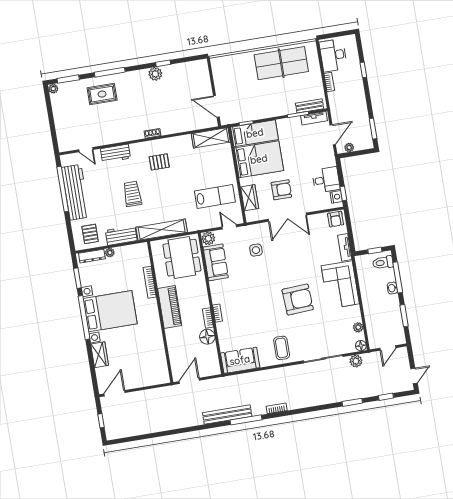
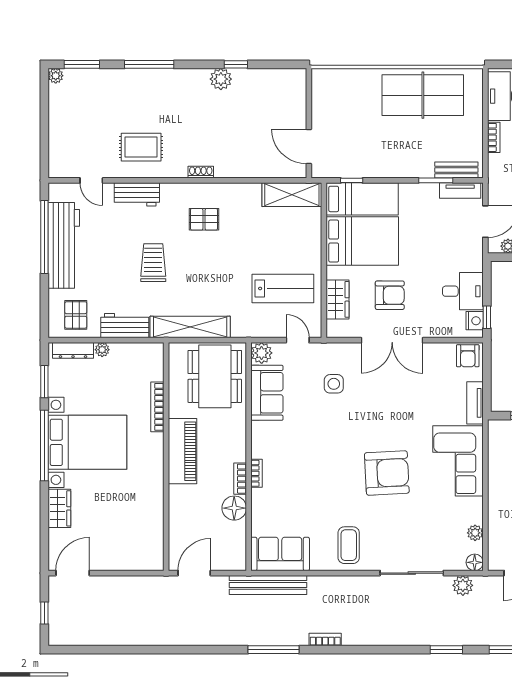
rug: (102, 94) -> (141, 147), moved
bench: (227, 415) -> (268, 585), moved

